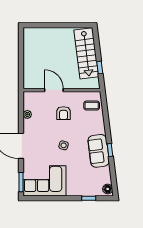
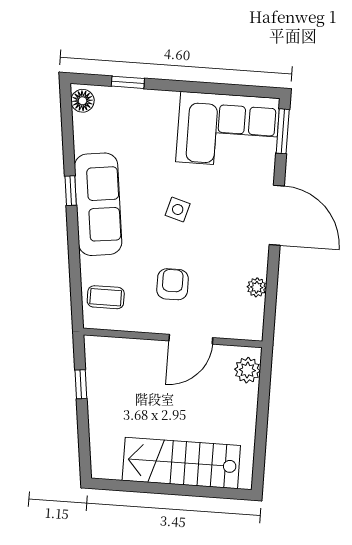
stairs: (86, 53) -> (181, 463), moved, turned -83
plant: (29, 79) -> (247, 370), added
door: (54, 90) -> (191, 339), hinge flipped
sofa: (99, 151) -> (98, 204), width x1.36

